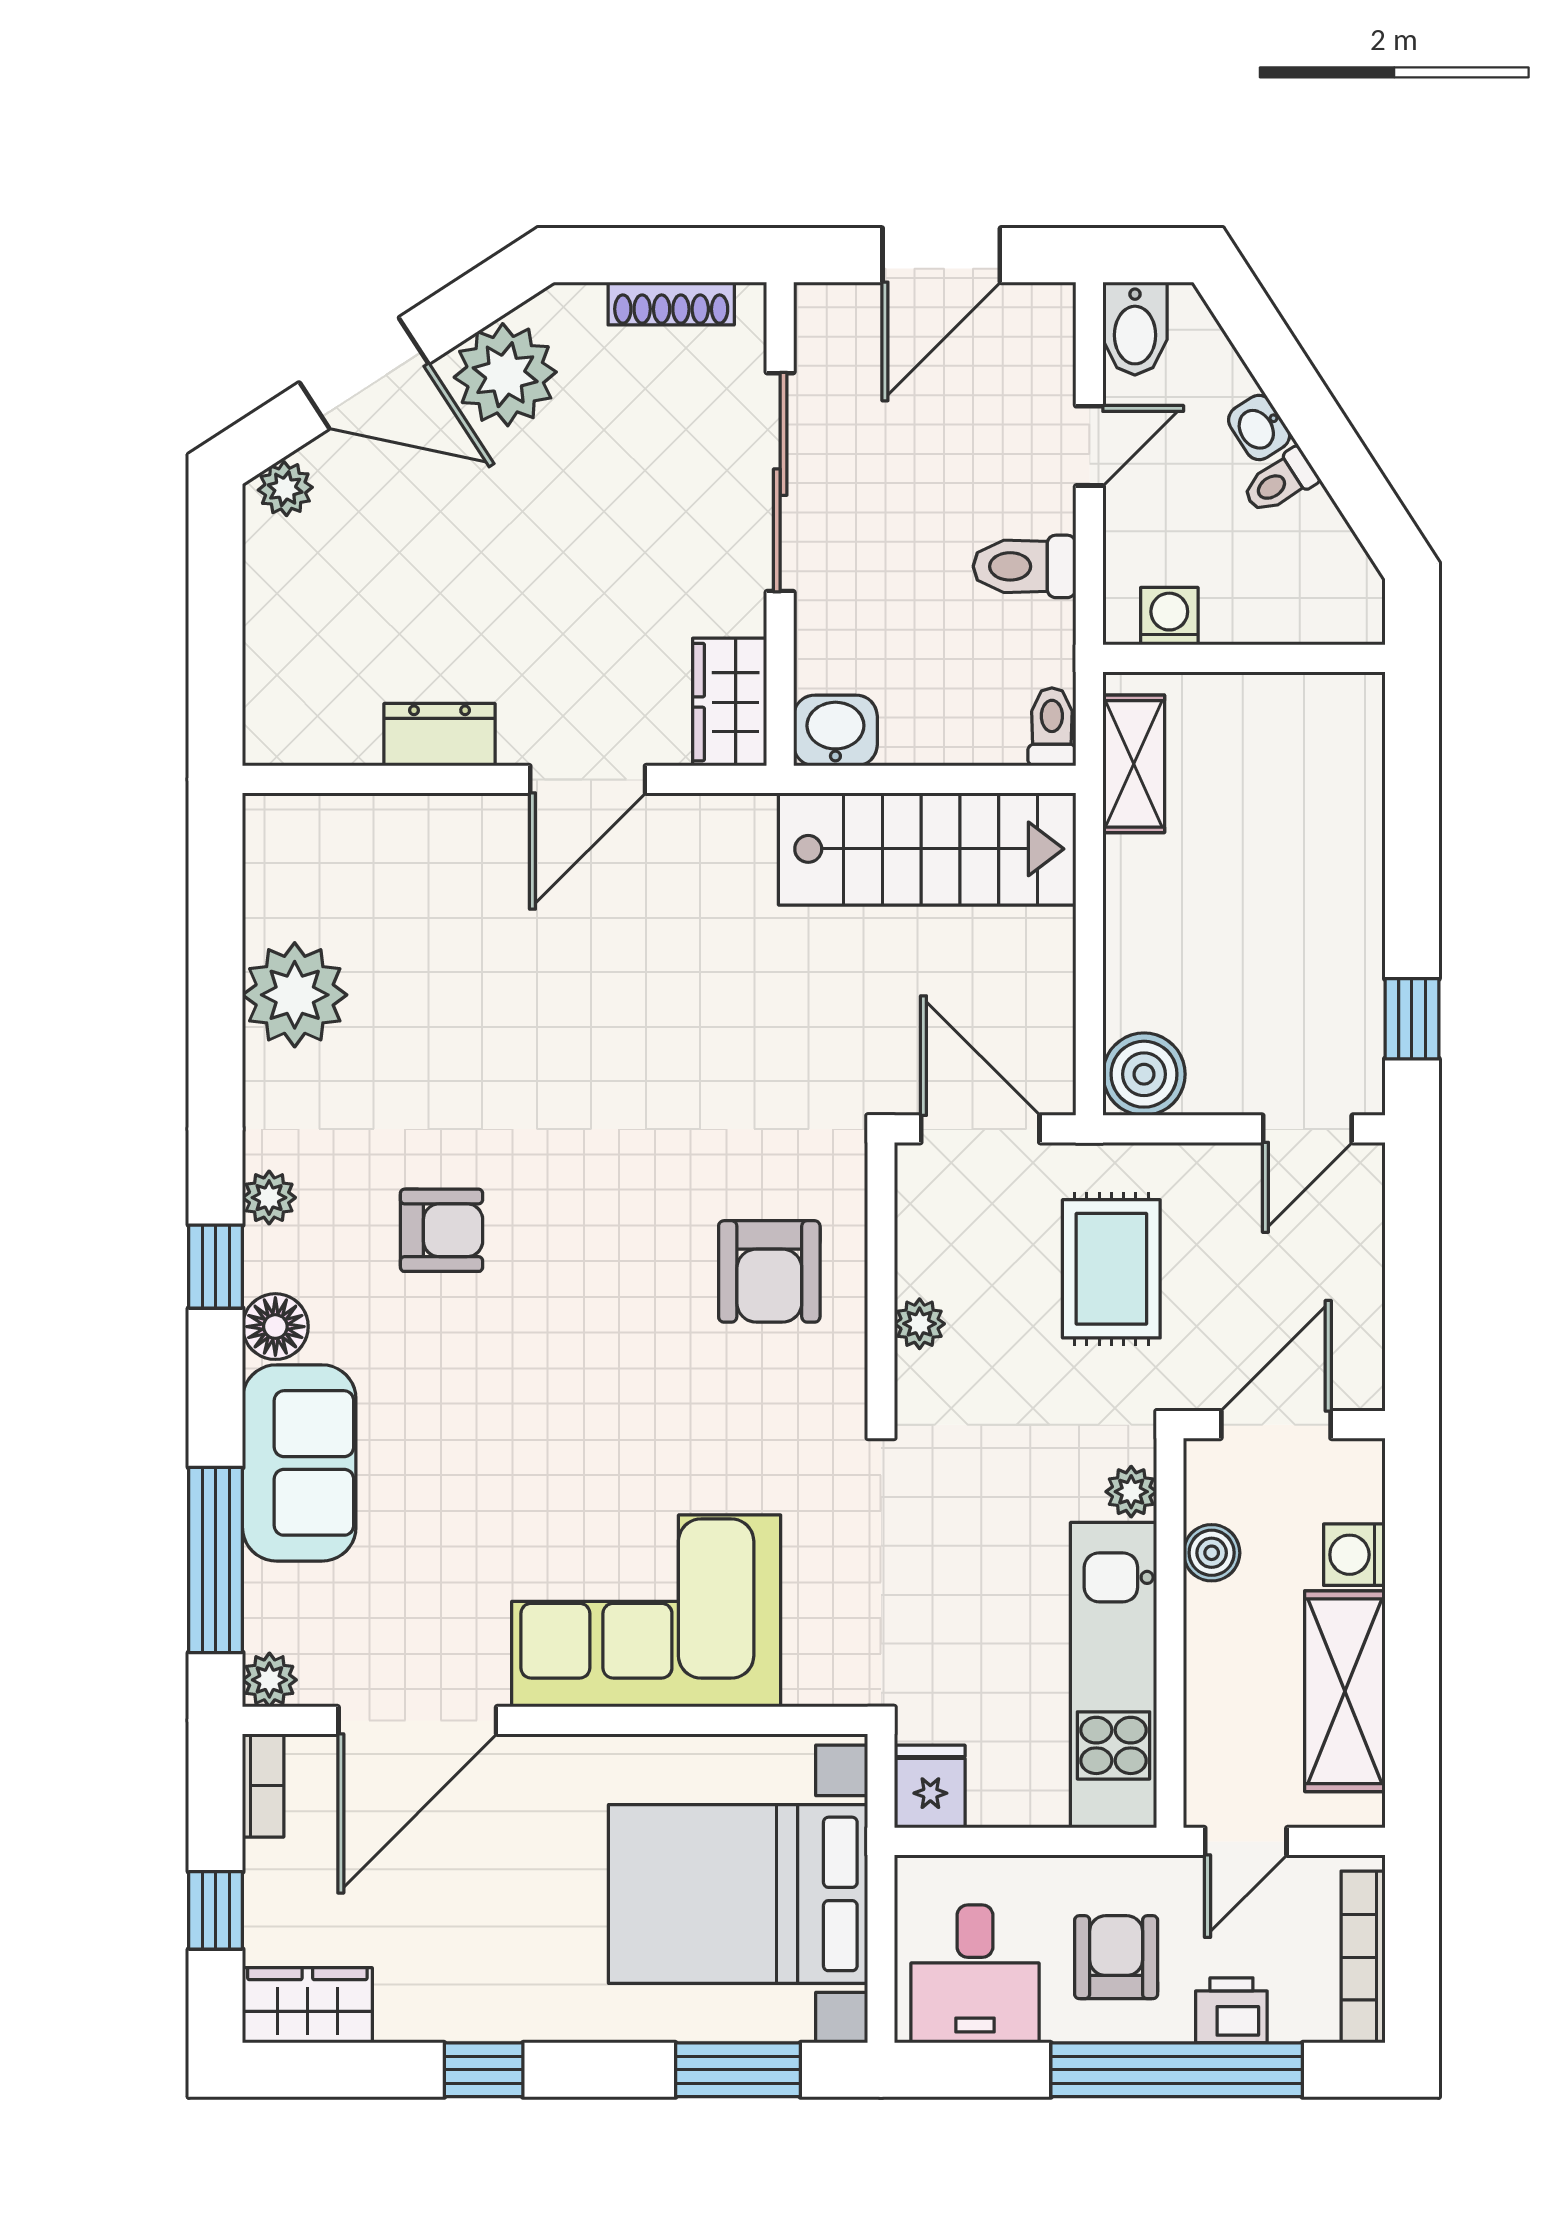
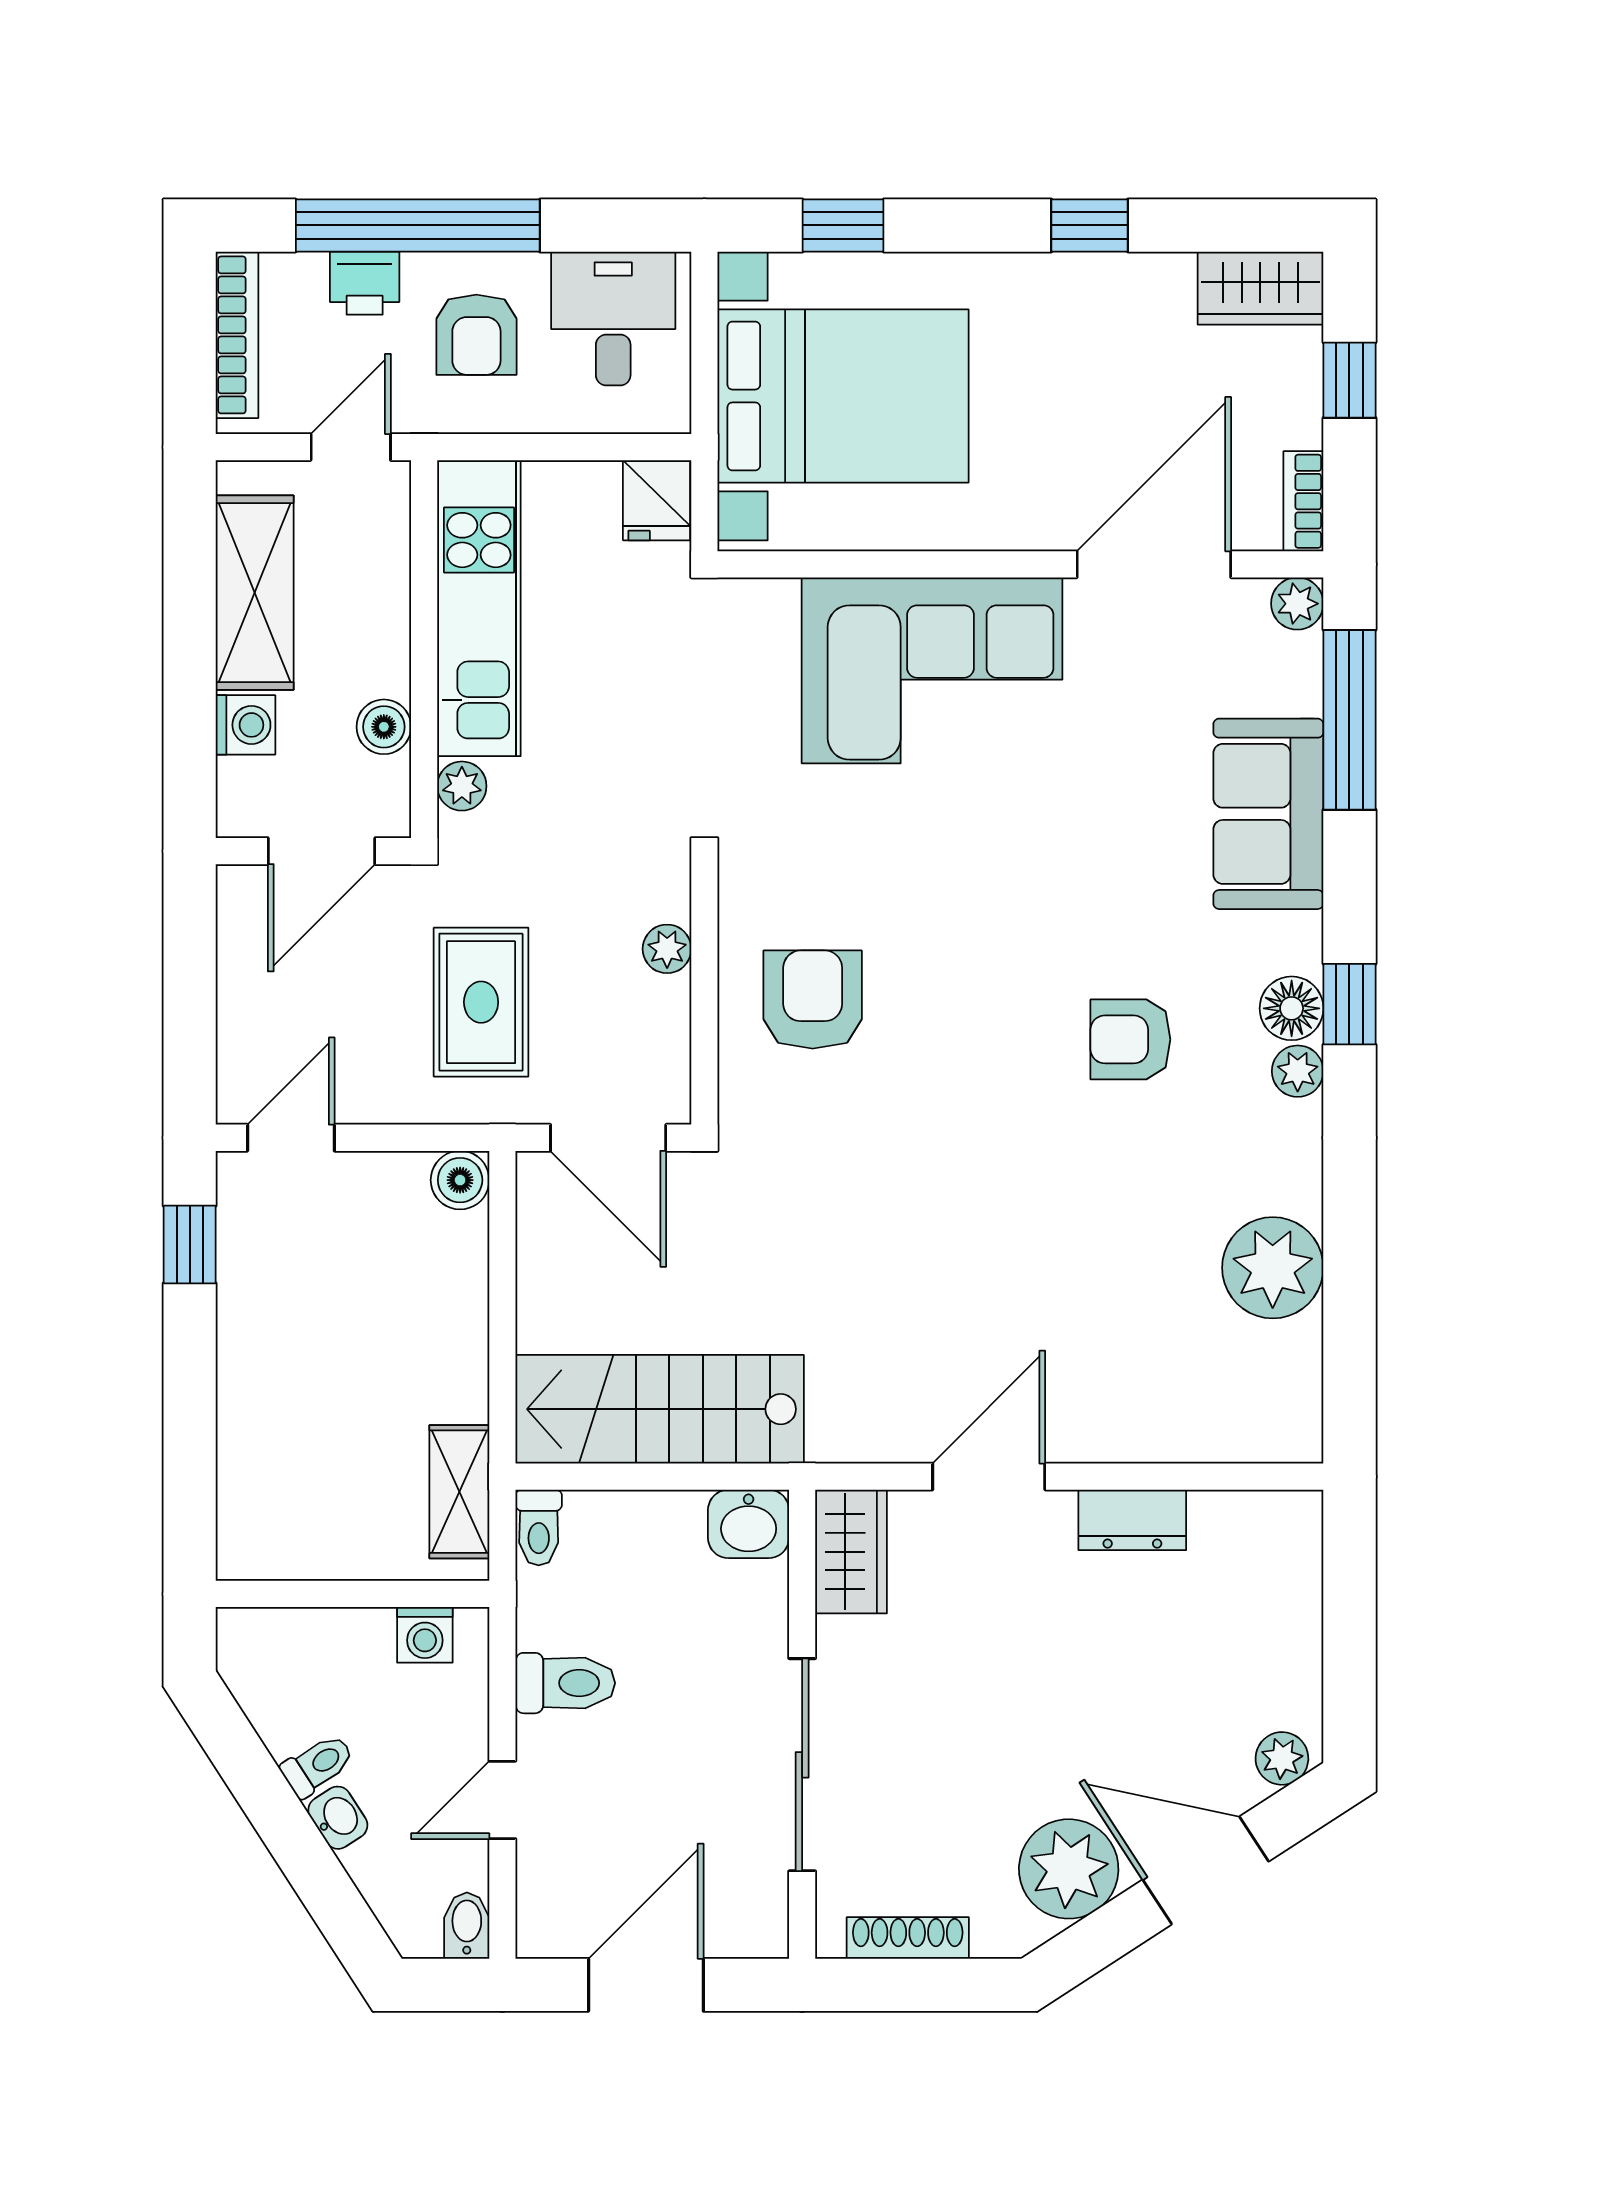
bidet: (1135, 329) -> (467, 1926), width x0.72, depth x0.74
boiler: (1144, 1074) -> (460, 1180), width x0.73, depth x0.73
floor lamp: (275, 1327) -> (1292, 1008), moved
window: (738, 2070) -> (843, 225), width x0.67

